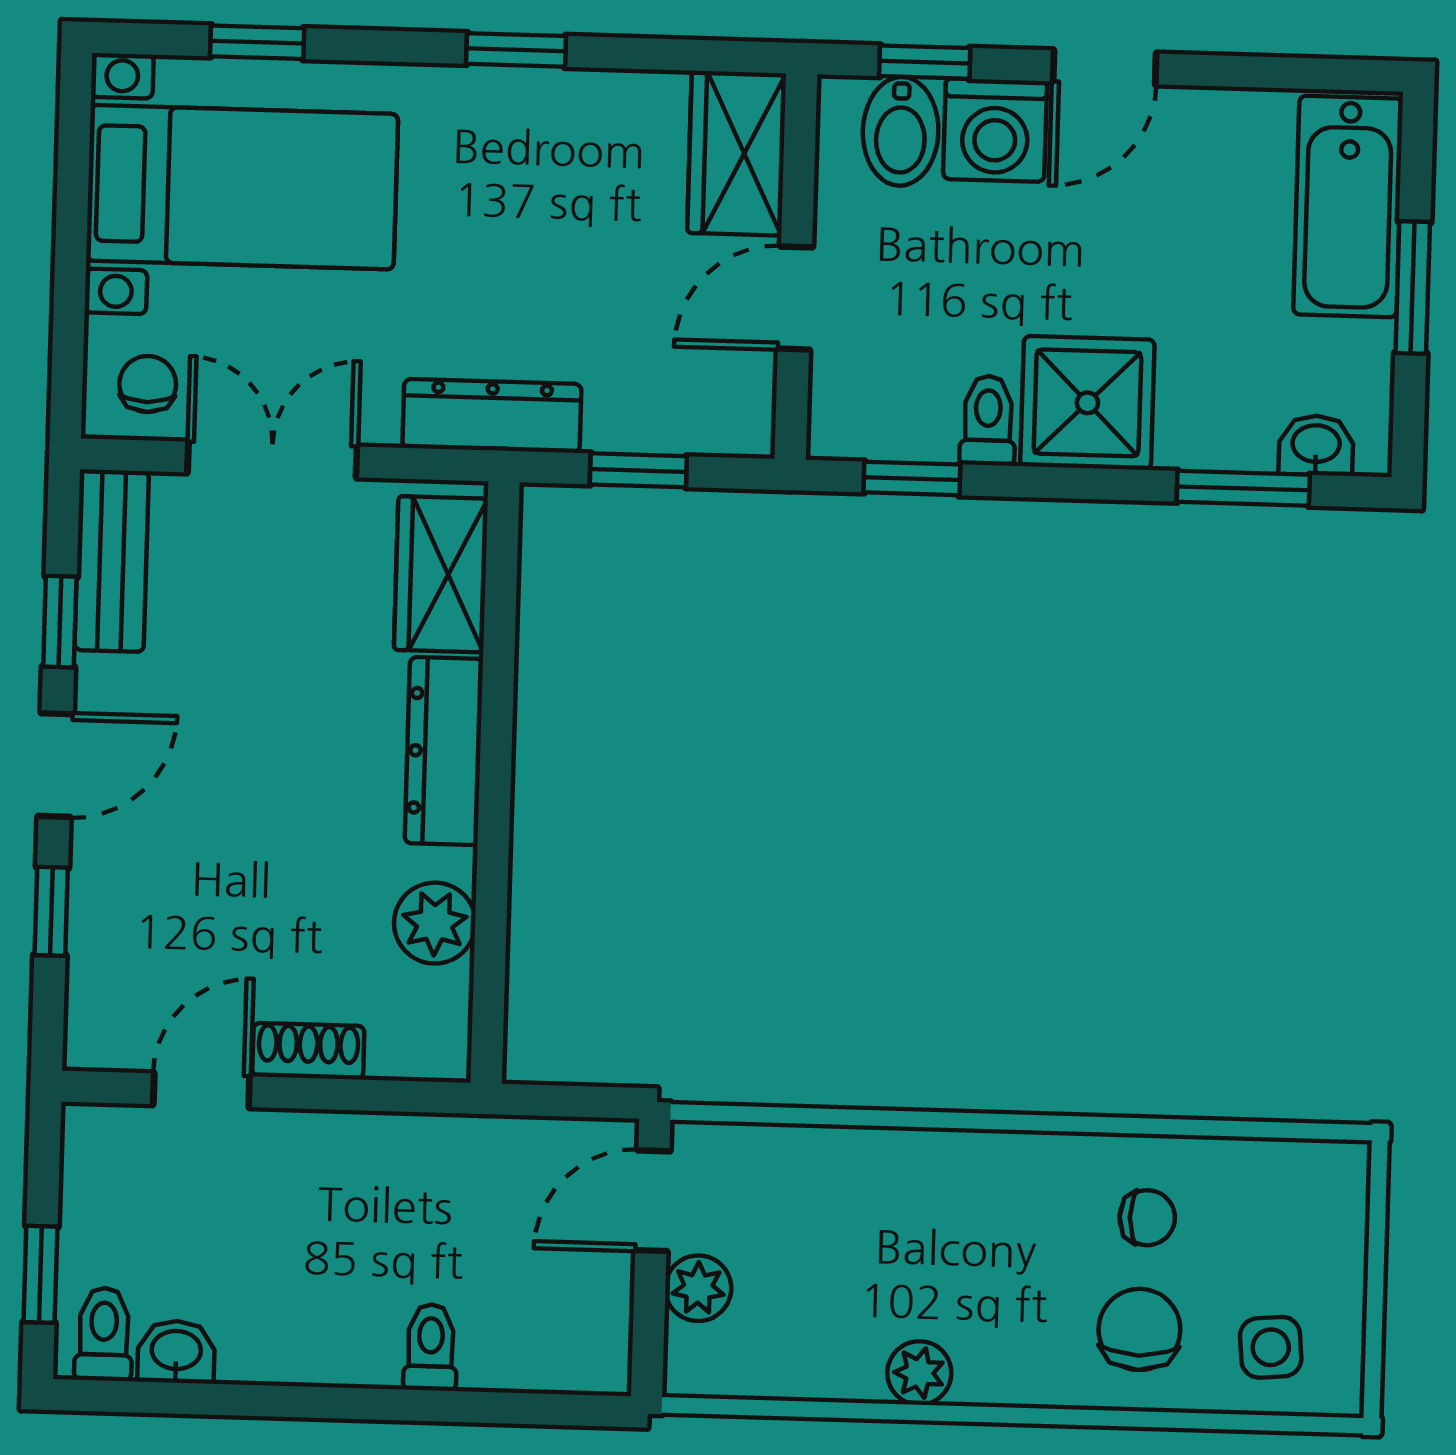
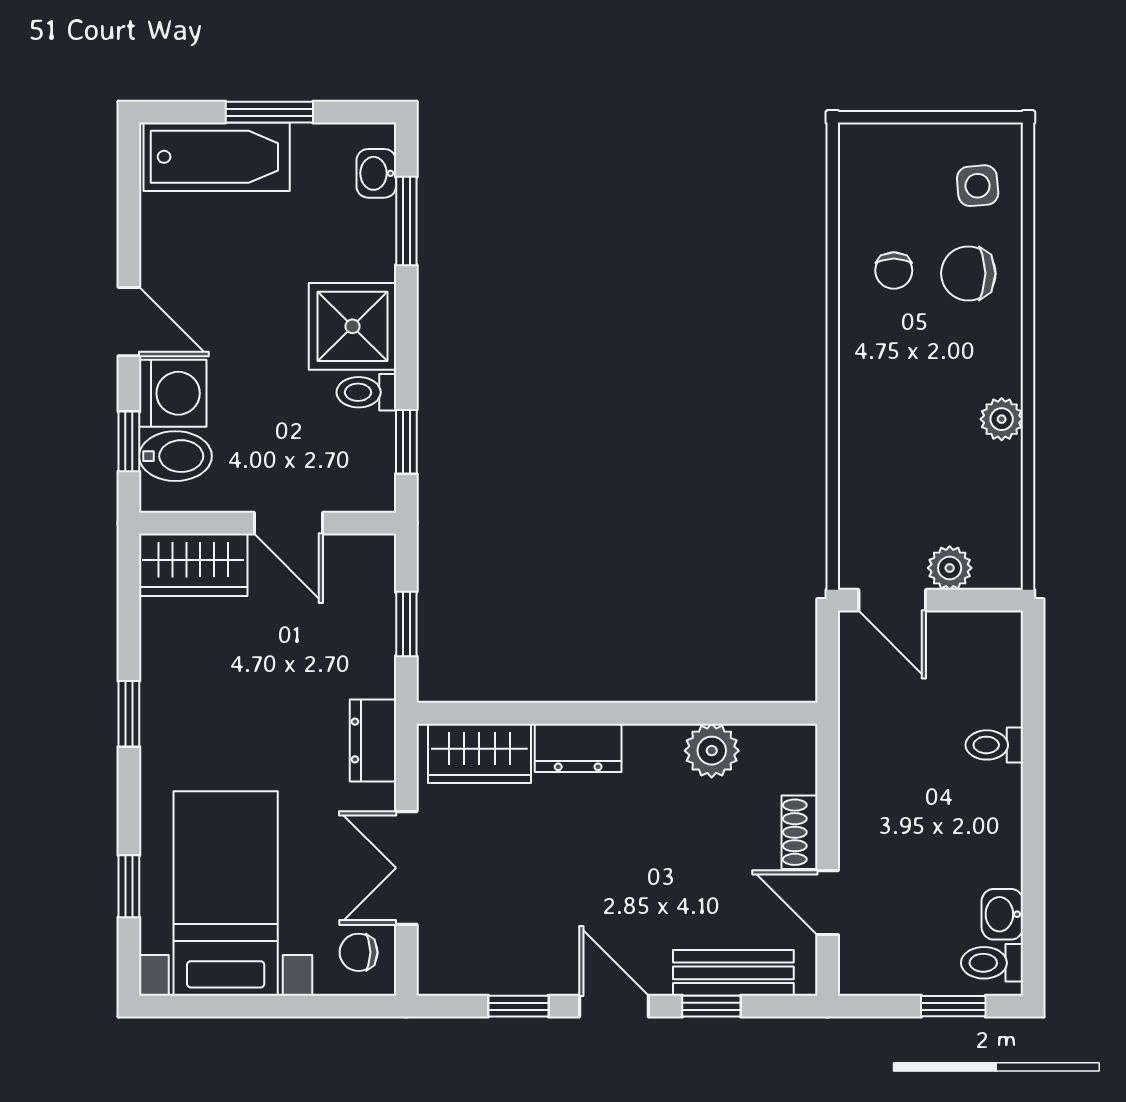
dresser: (492, 416) -> (373, 740), width x0.70
bench: (112, 561) -> (733, 973), moved
dresser: (444, 751) -> (578, 748), width x0.70
chair: (1147, 1218) -> (894, 270), turned 180

